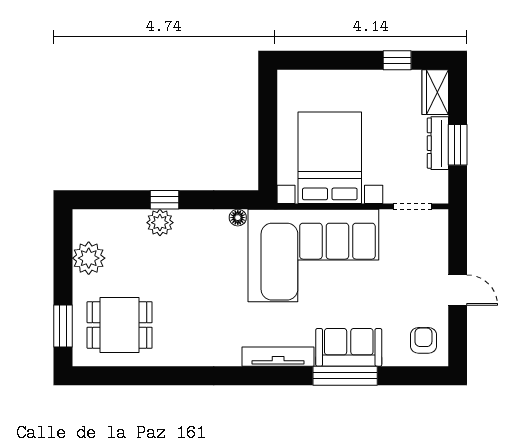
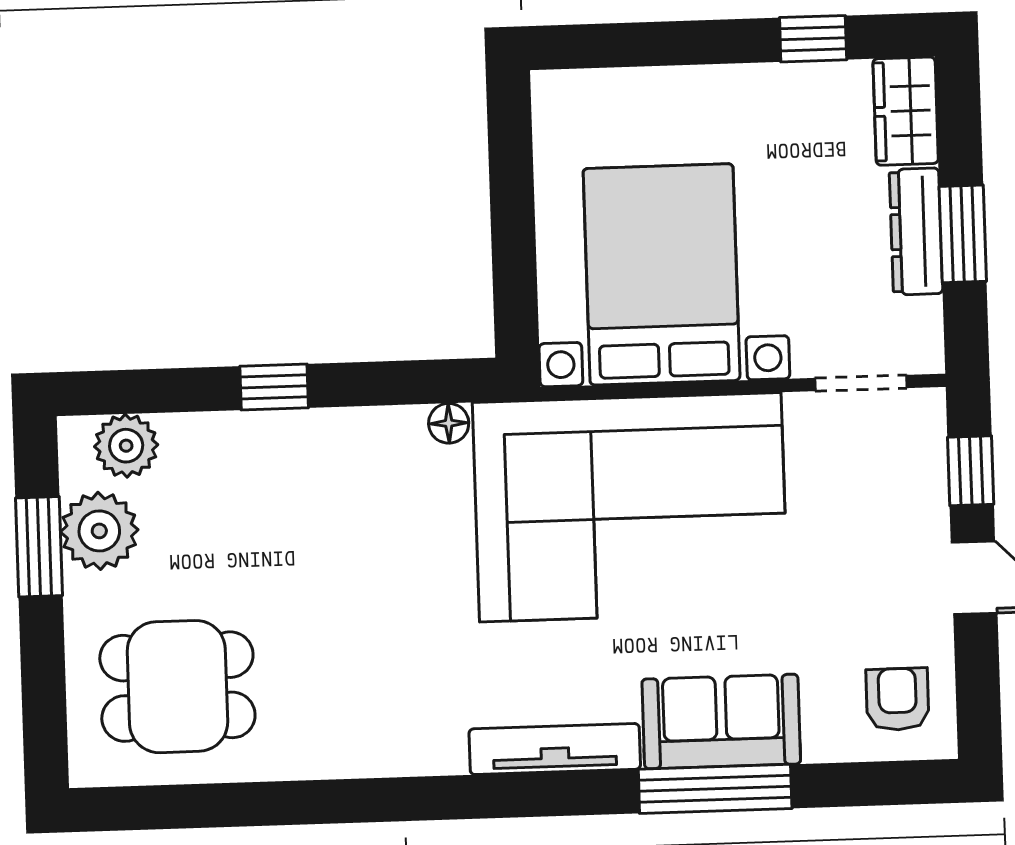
plant: (160, 223) -> (126, 446), moved
window: (458, 245) -> (971, 471), added
window: (63, 326) -> (39, 547), moved

